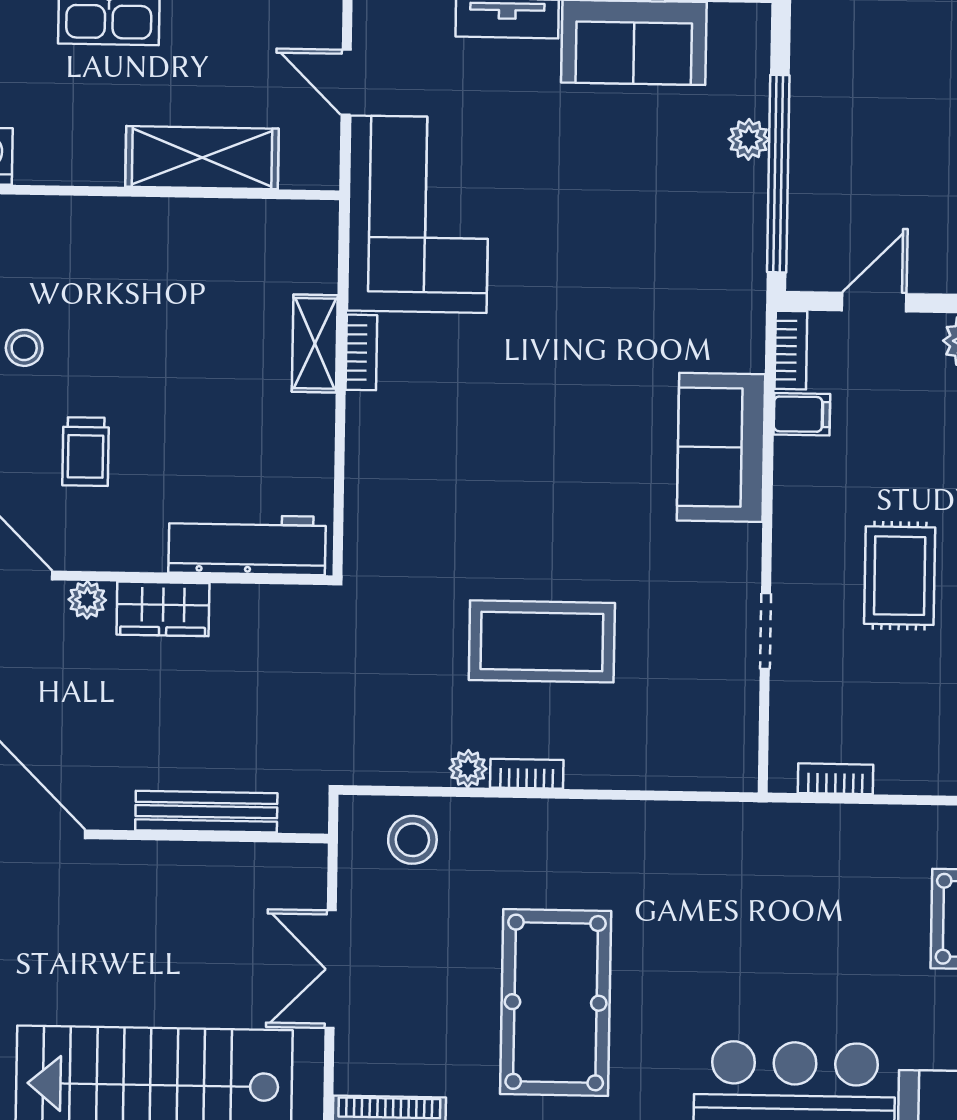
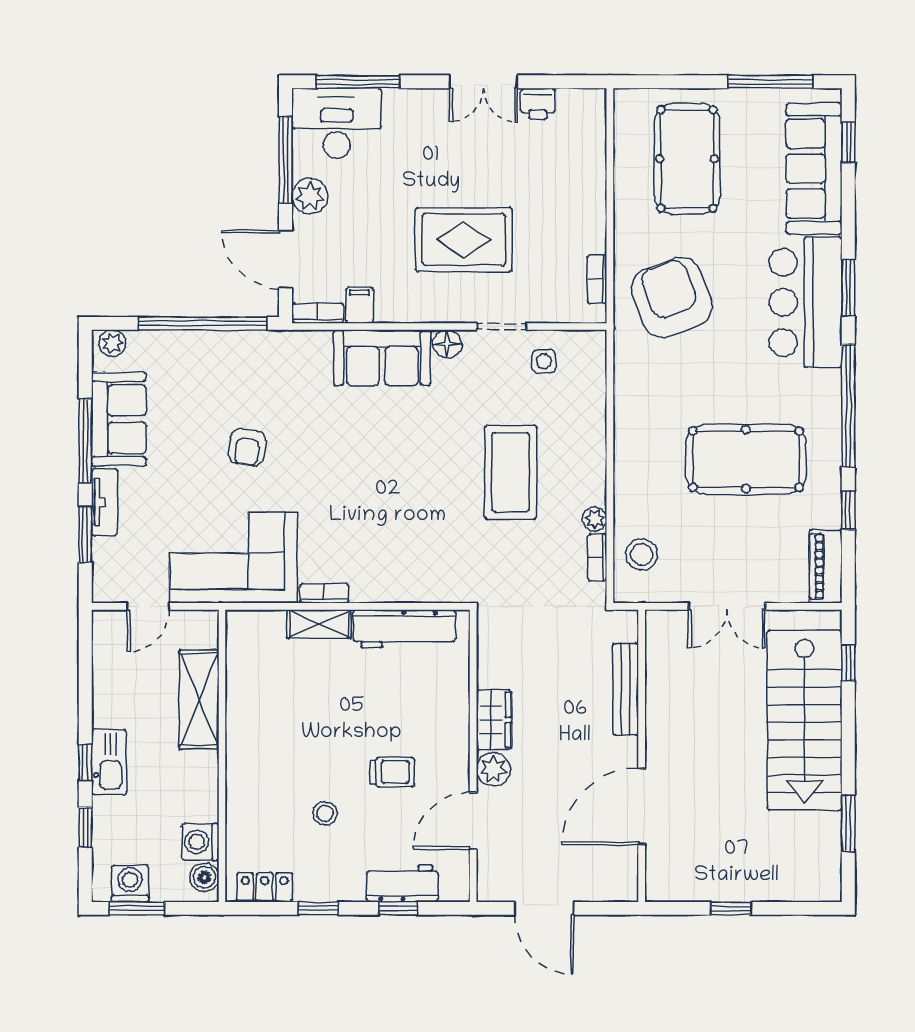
plant: (749, 139) -> (112, 343), moved
armchair: (587, 239) -> (247, 447), added
door: (874, 302) -> (286, 259), width x1.38
workbench: (247, 545) -> (404, 629), moved, turned -90
floor lamp: (740, 548) -> (447, 344), added
rug: (900, 576) -> (464, 240), width x1.36, depth x1.43
plant: (87, 600) -> (493, 769), width x1.38, depth x1.38
side table: (711, 695) -> (544, 361), added
bookcase: (527, 774) -> (597, 557), moved
armchair: (806, 893) -> (672, 297), added

